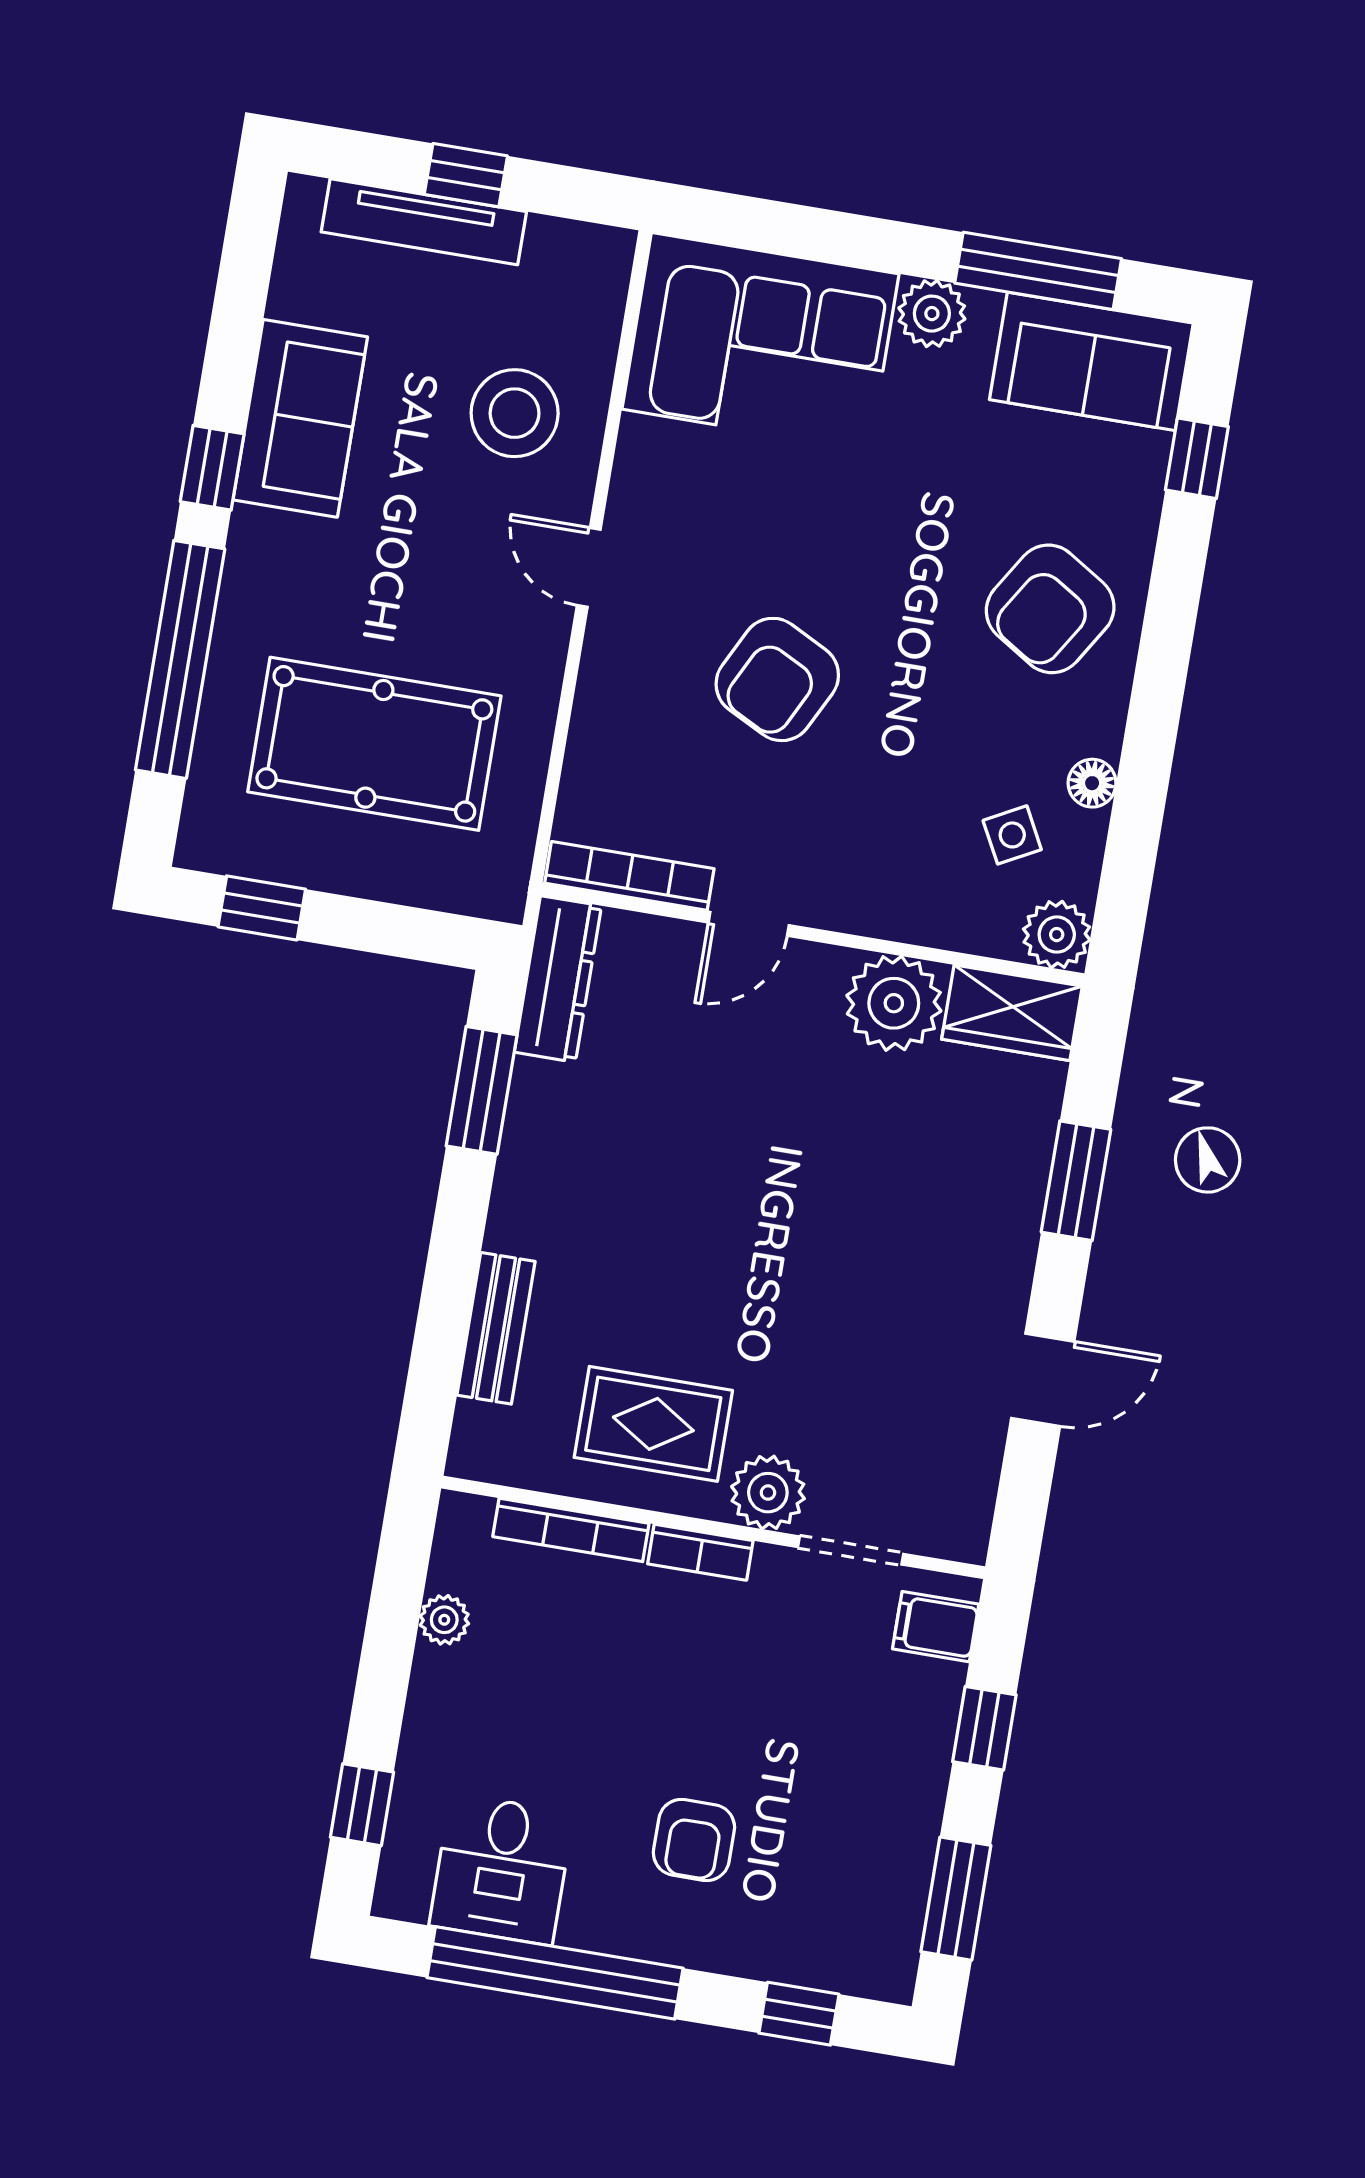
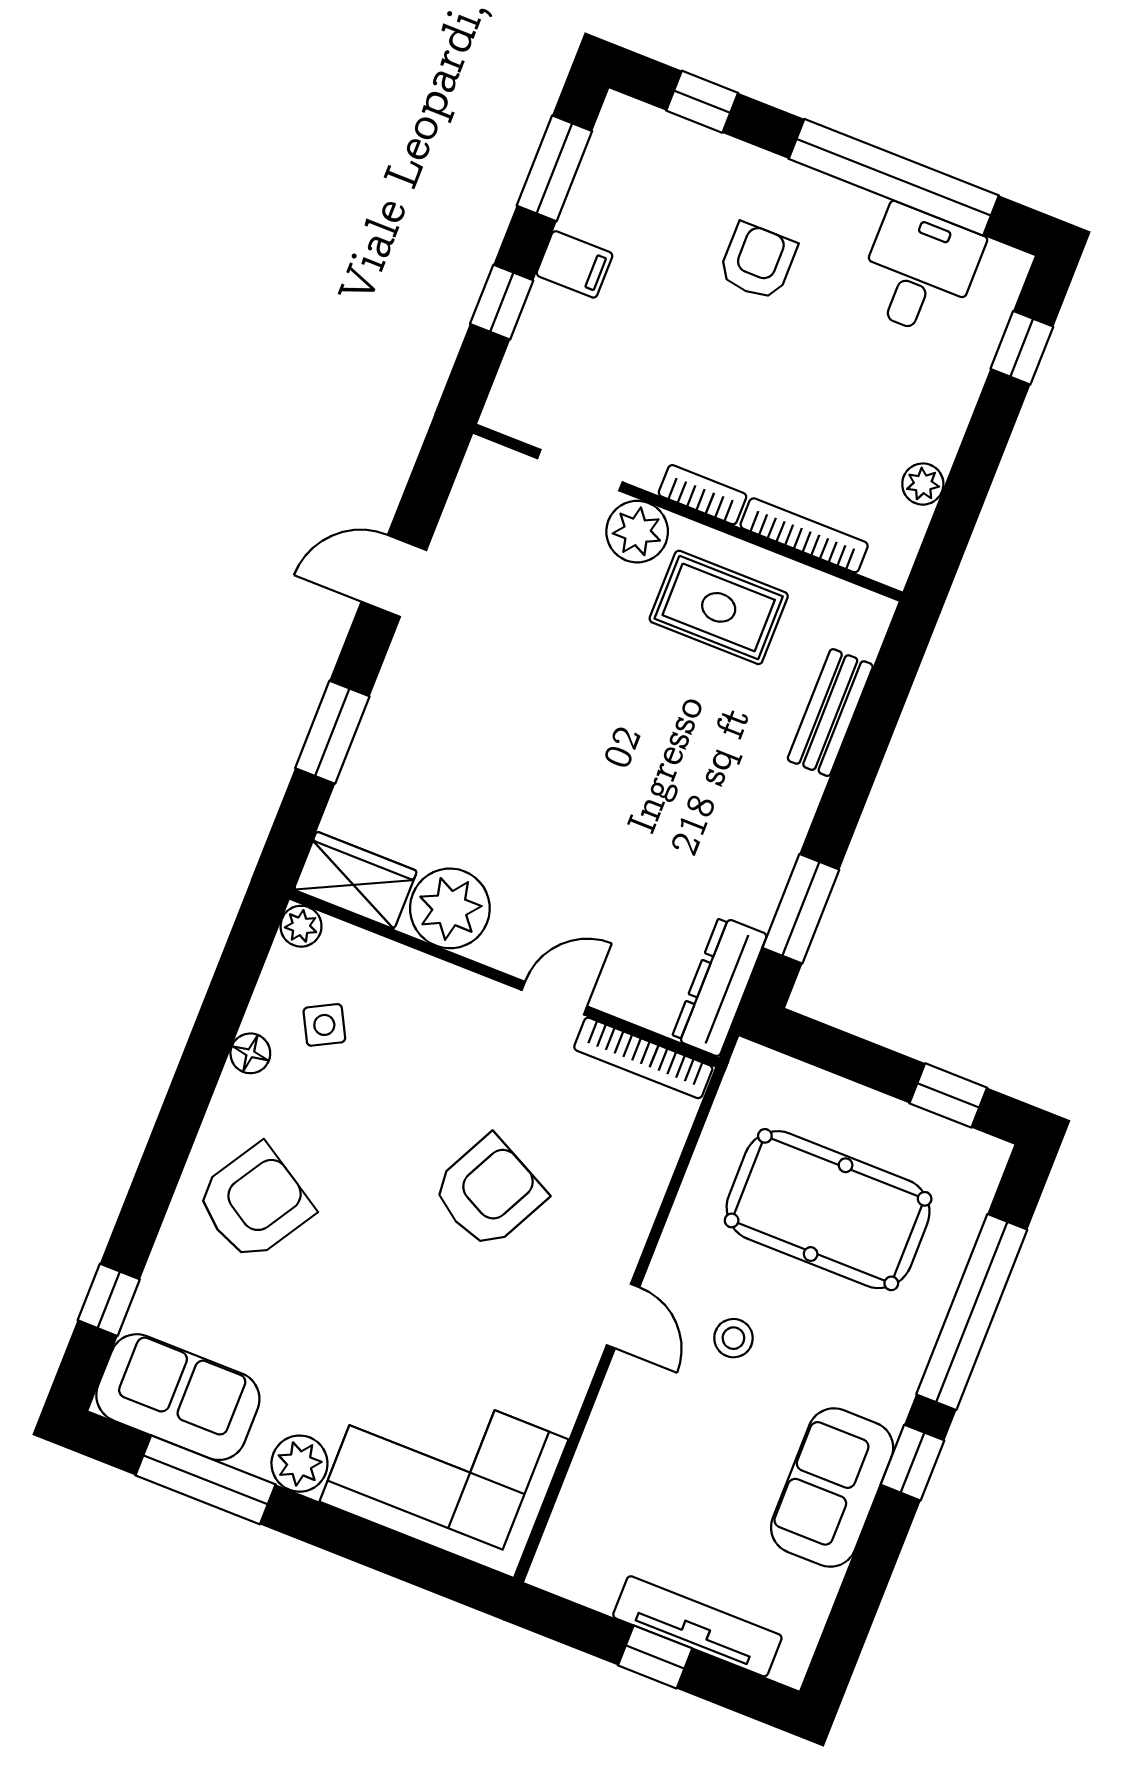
stool: (515, 413) -> (733, 1338), moved, width x0.53, depth x0.53
plant: (1057, 935) -> (301, 926), width x0.73, depth x0.73
filing cabinet: (936, 1627) -> (575, 264), moved

